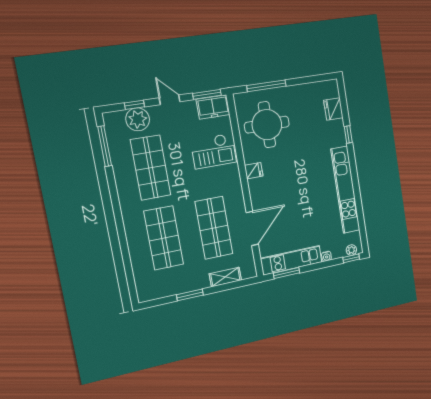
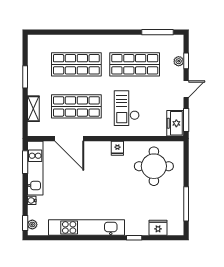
window: (266, 86) -> (186, 204), moved
plant: (138, 119) -> (179, 61), width x0.53, depth x0.53
checkout: (213, 151) -> (127, 108), moved

